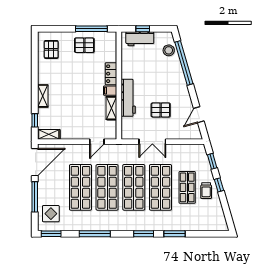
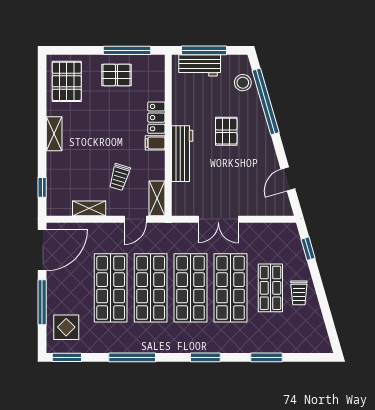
window: (143, 29) -> (204, 50), width x2.17
pallet: (51, 49) -> (67, 81), width x1.50, depth x1.42
shelving: (43, 96) -> (54, 134), moved
shelving: (111, 108) -> (157, 198), moved
pallet: (161, 110) -> (226, 131), moved, turned 90
trolley: (86, 113) -> (119, 177), added
shelving: (49, 134) -> (89, 208), moved
window: (219, 185) -> (318, 284), removed
window: (174, 234) -> (267, 357), moved

